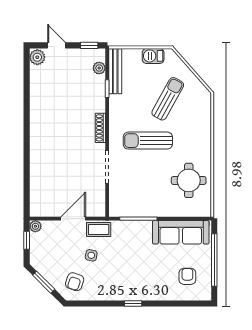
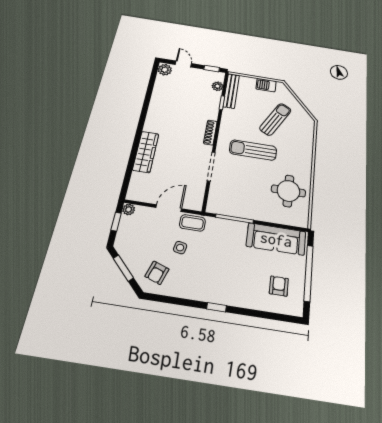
wardrobe: (38, 162) -> (146, 152), added

